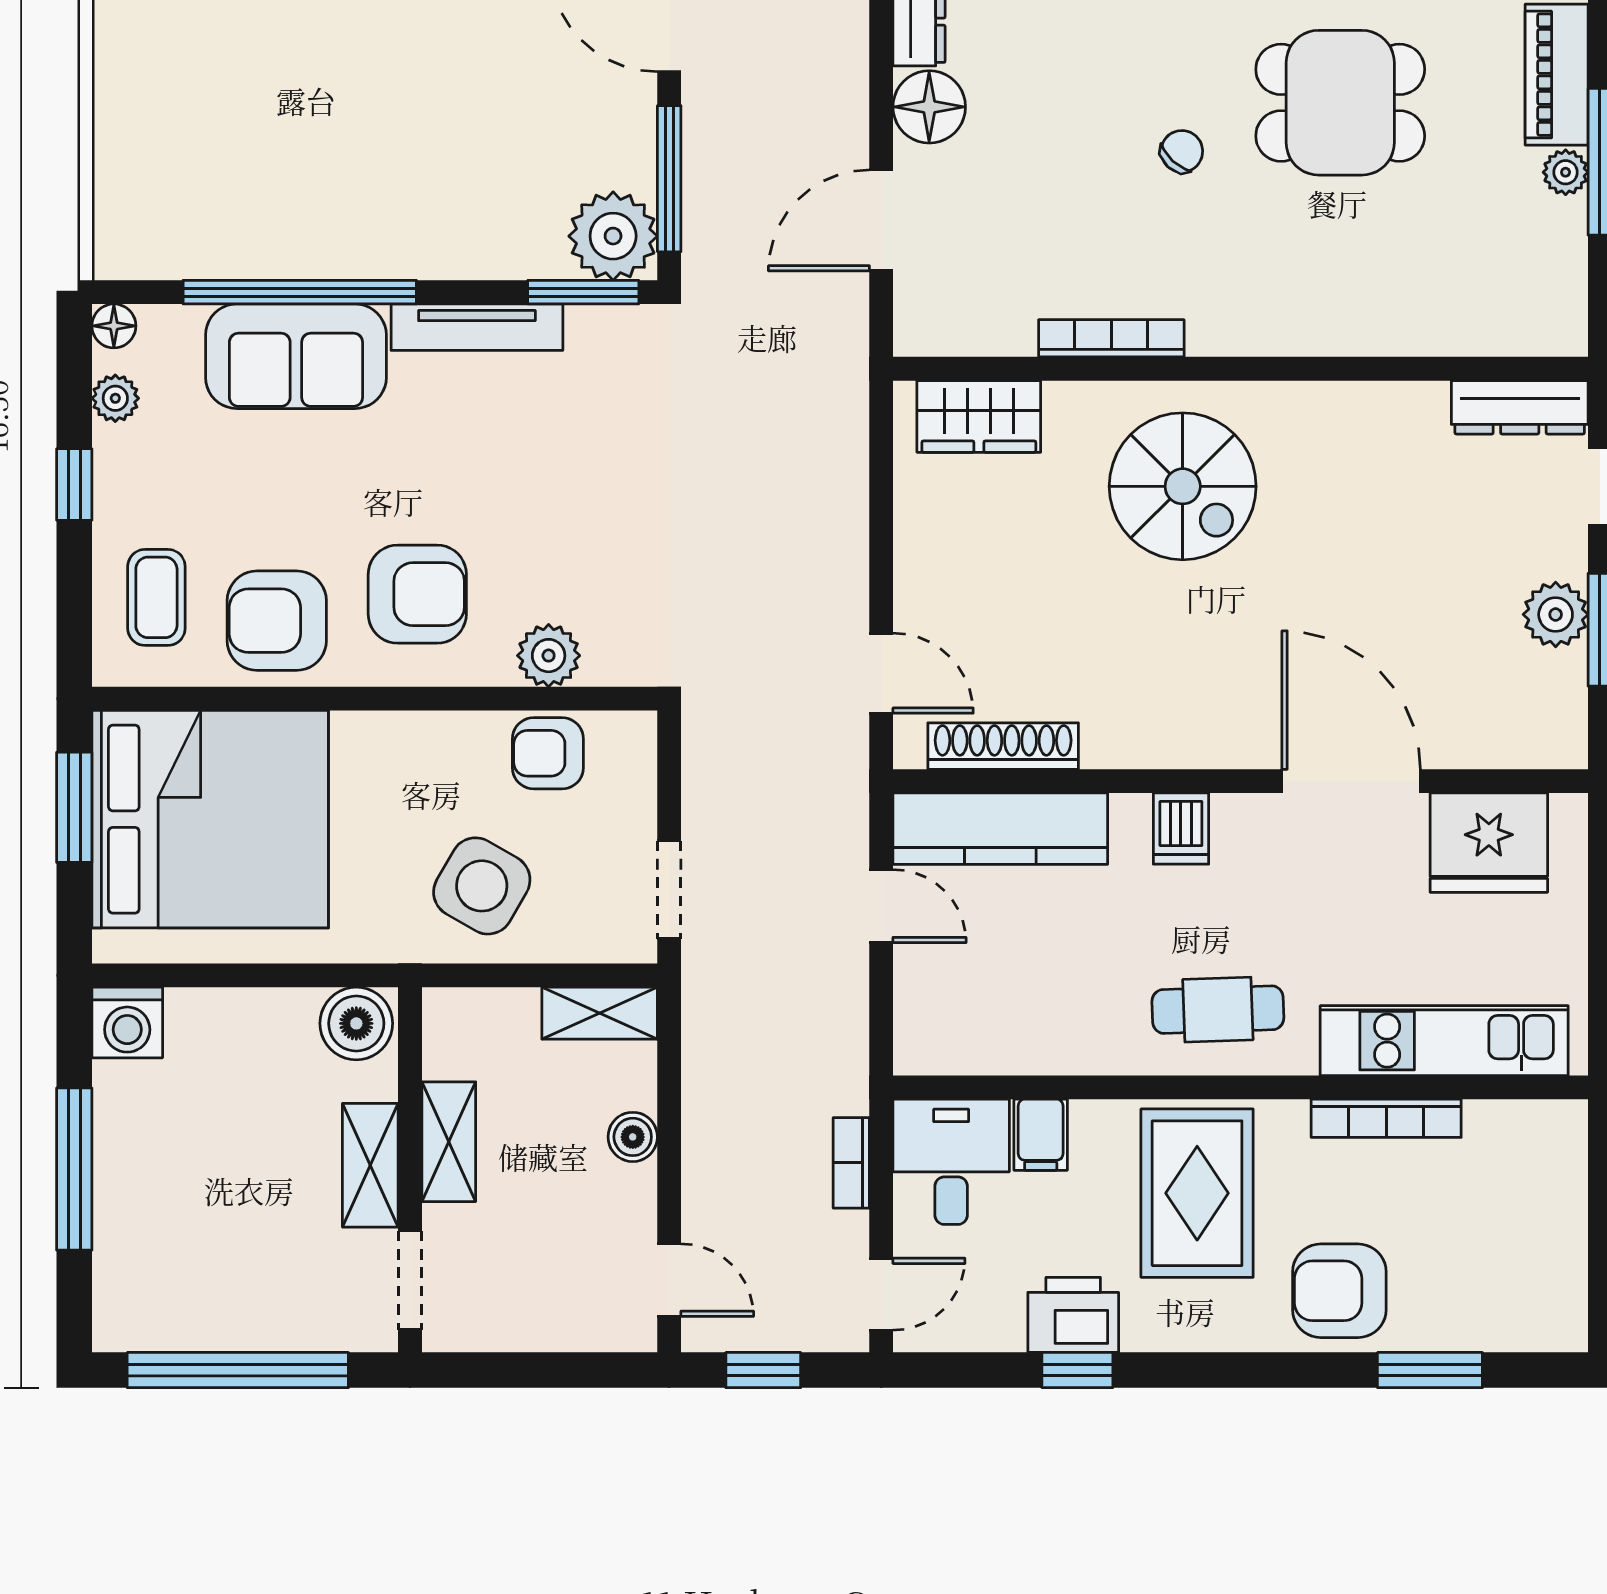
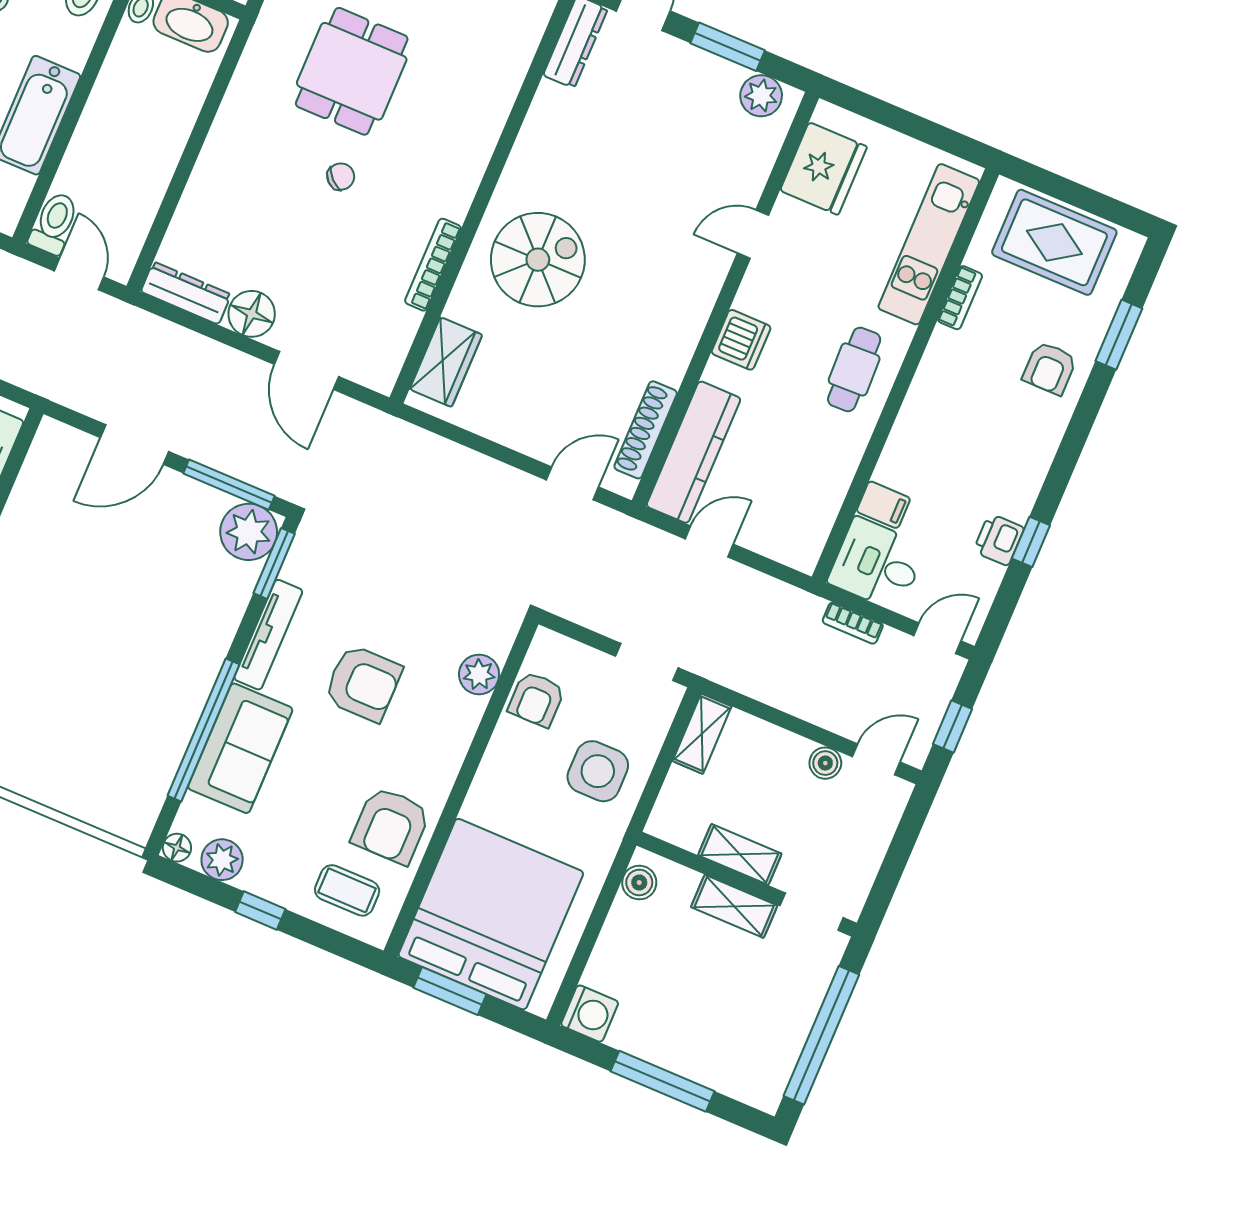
chair: (1182, 151) -> (341, 177), turned 91
plant: (115, 398) -> (222, 860), width x1.38, depth x1.38
armchair: (417, 594) -> (363, 683), moved, turned 90
plant: (1556, 614) -> (761, 96), moved
door: (1351, 781) -> (753, 234), width x0.53
dishwasher: (1181, 828) -> (741, 340), width x1.38
side table: (482, 886) -> (598, 771), turned -30
boiler: (356, 1023) -> (639, 883), width x0.73, depth x0.73
bookcase: (1386, 1118) -> (960, 298), width x0.64
boiler: (633, 1137) -> (825, 763), moved
rug: (1197, 1193) -> (1054, 242), moved
armchair: (1339, 1291) -> (1050, 368), width x0.72, depth x0.72
door: (881, 1294) -> (937, 638), hinge flipped
printer: (1073, 1315) -> (999, 540), width x0.73, depth x0.81

